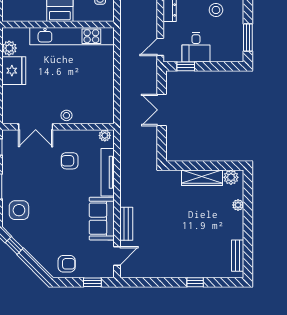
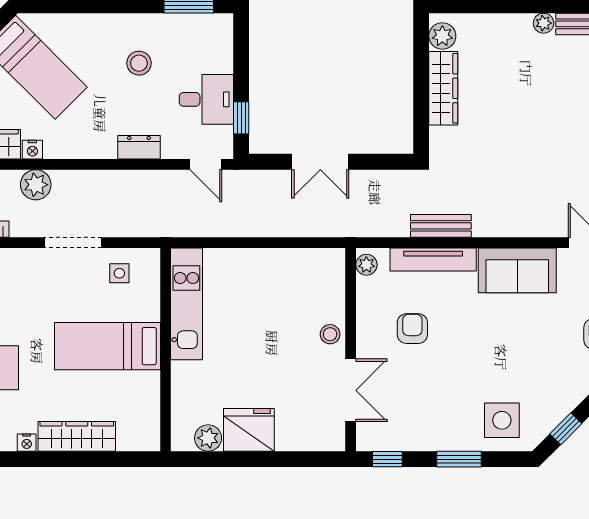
kitchen unit: (72, 36) -> (186, 304), width x0.73
armchair: (70, 161) -> (412, 329), turned 180
plant: (238, 205) -> (544, 23), moved
bench: (126, 224) -> (441, 226), moved

